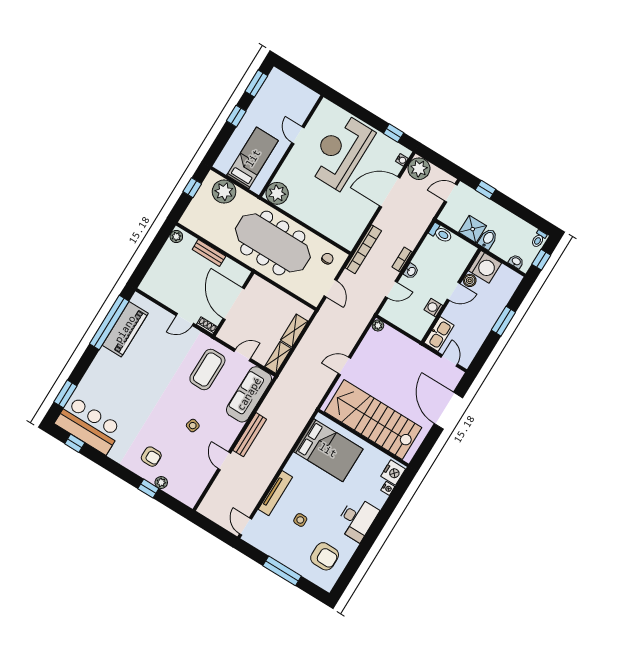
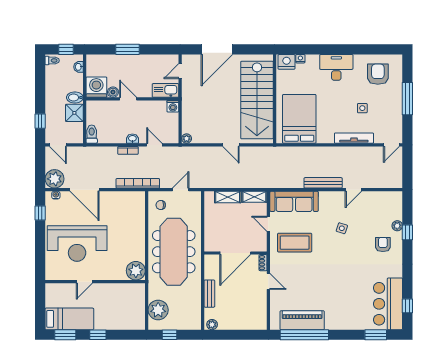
bed: (253, 158) -> (69, 319), moved, turned 180
washing machine: (433, 308) -> (173, 106), moved

